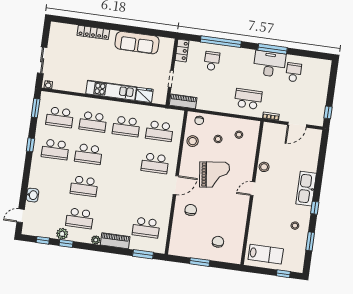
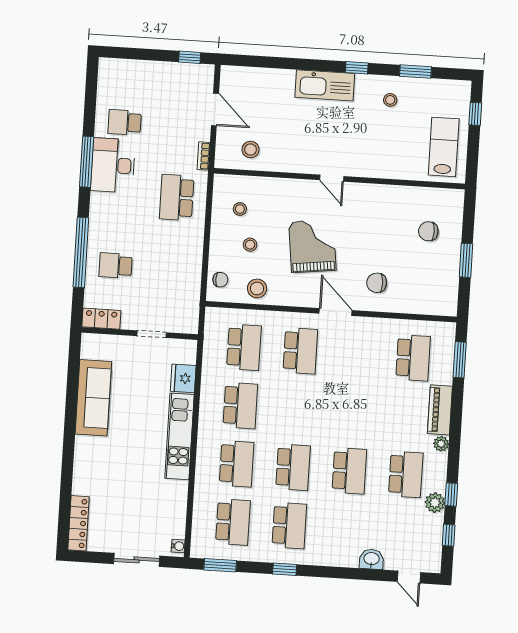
locker: (93, 32) -> (79, 523), moved
piano: (183, 101) -> (189, 310), removed
stool: (264, 167) -> (251, 150), moved

